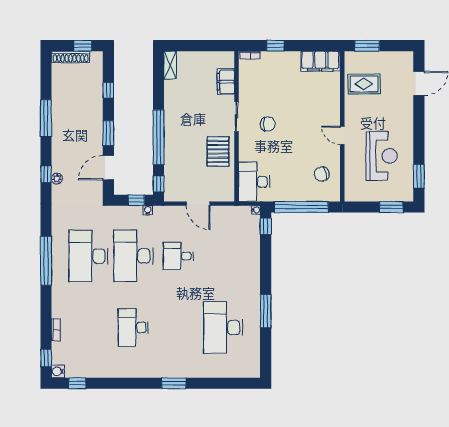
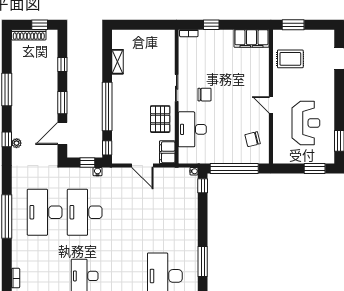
shelving: (170, 65) -> (118, 62), moved
filing cabinet: (226, 82) -> (167, 152), moved
desk: (254, 182) -> (192, 129), moved
desk: (178, 256) -> (125, 212), removed

